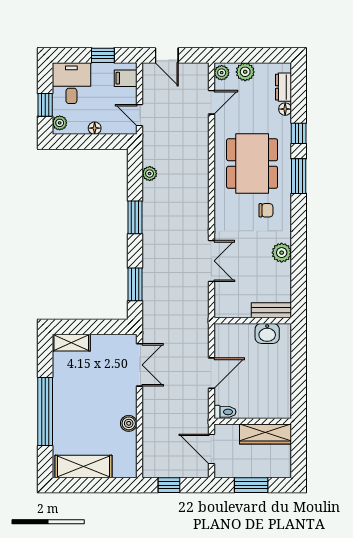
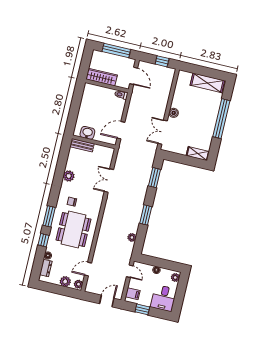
door: (167, 55) -> (107, 301), hinge flipped
window: (45, 105) -> (181, 289), removed
door: (211, 373) -> (121, 130), moved
boiler: (129, 423) -> (174, 113), moved
window: (251, 485) -> (116, 50), width x1.44

